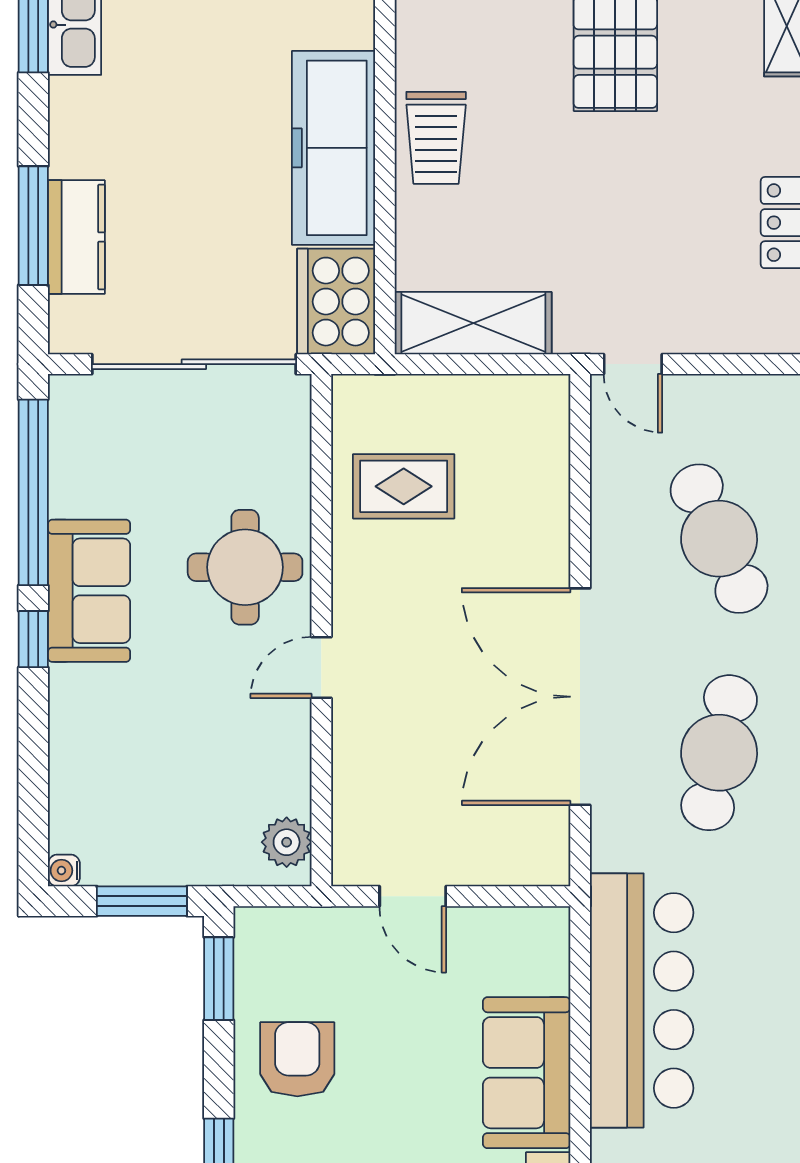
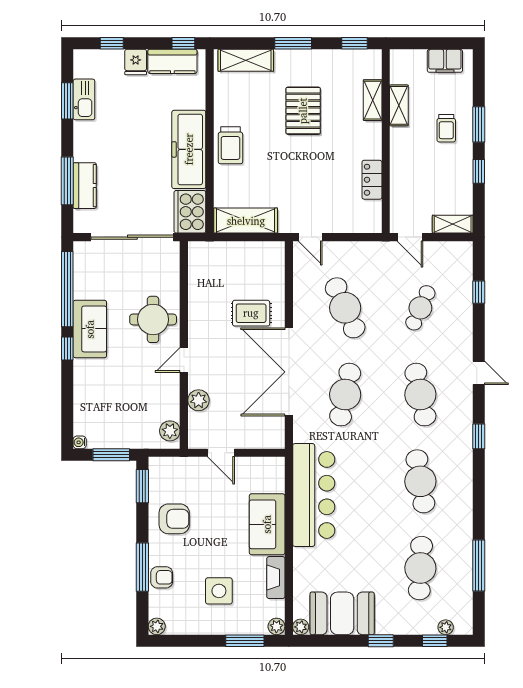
rug: (404, 486) -> (251, 313), moved
plant: (357, 767) -> (199, 400), added
armchair: (297, 1059) -> (174, 519), turned 90

